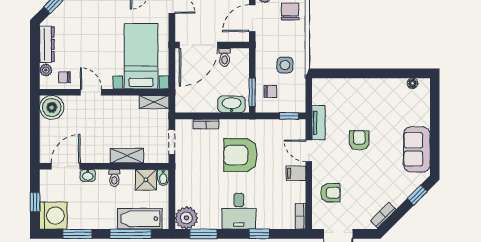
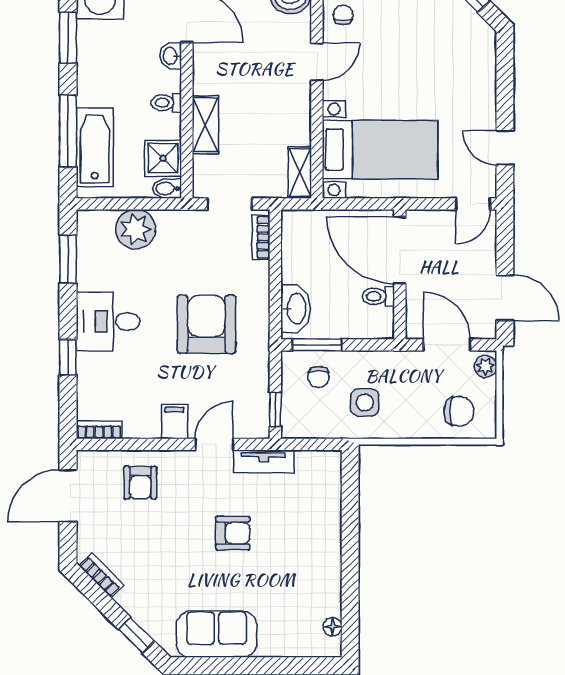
bookcase: (206, 124) -> (261, 237), moved
plant: (186, 218) -> (136, 229), moved

